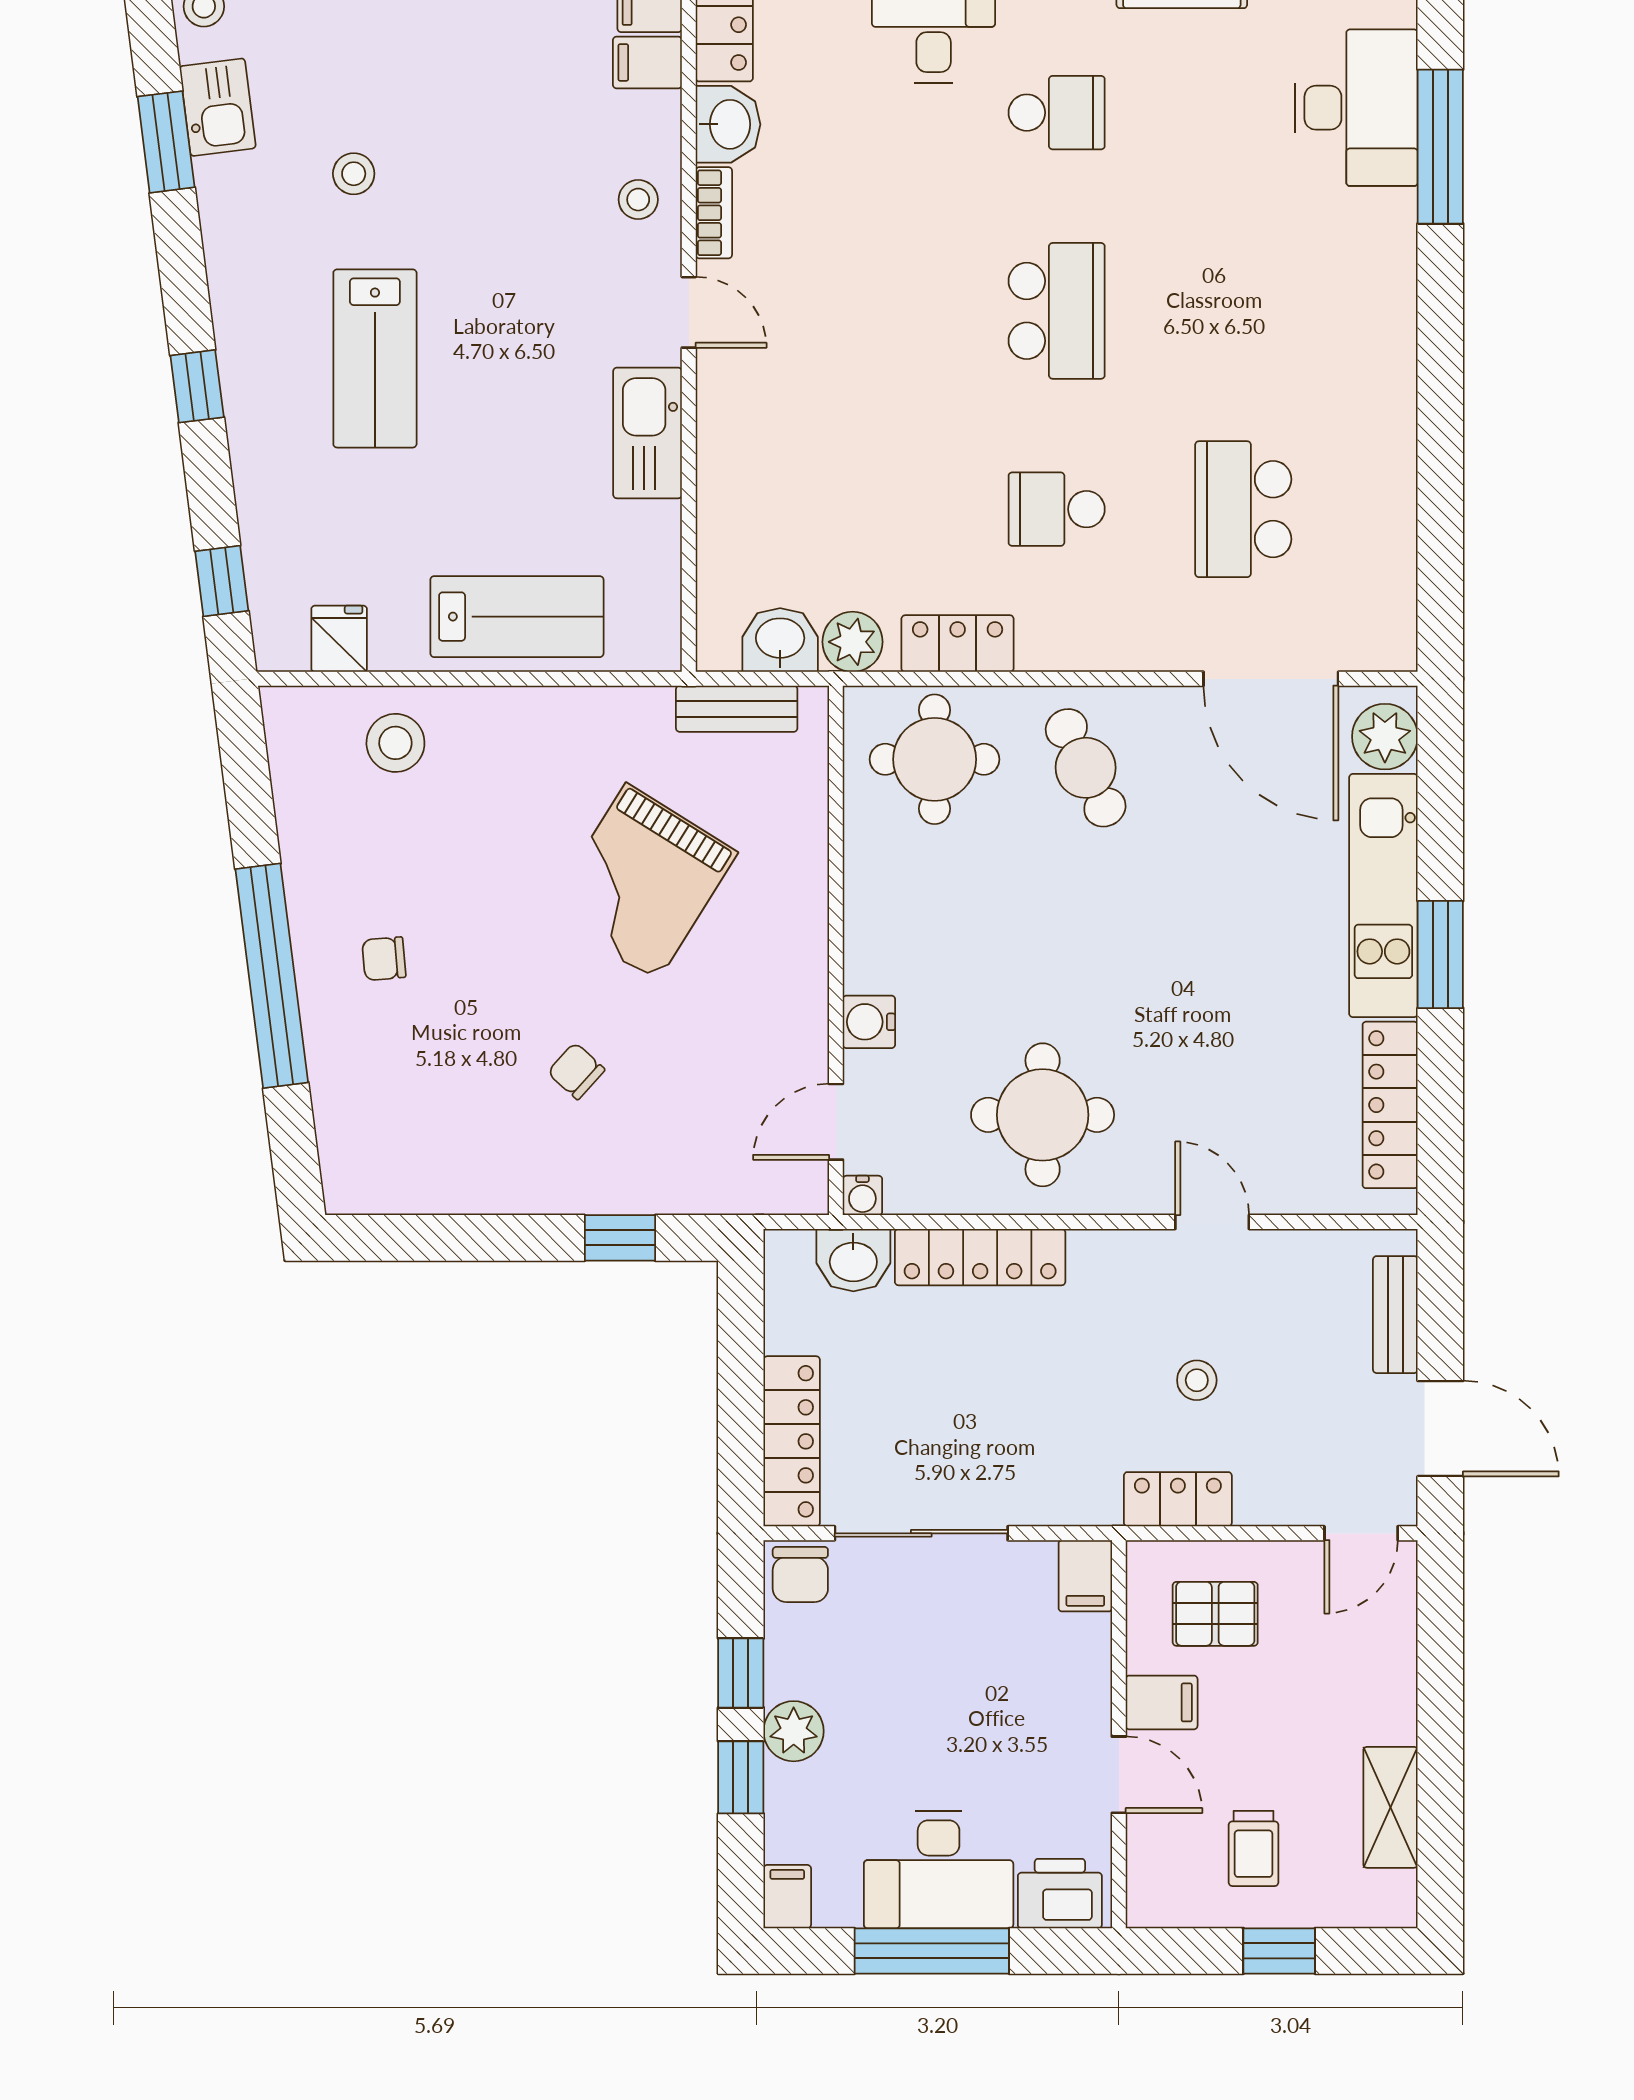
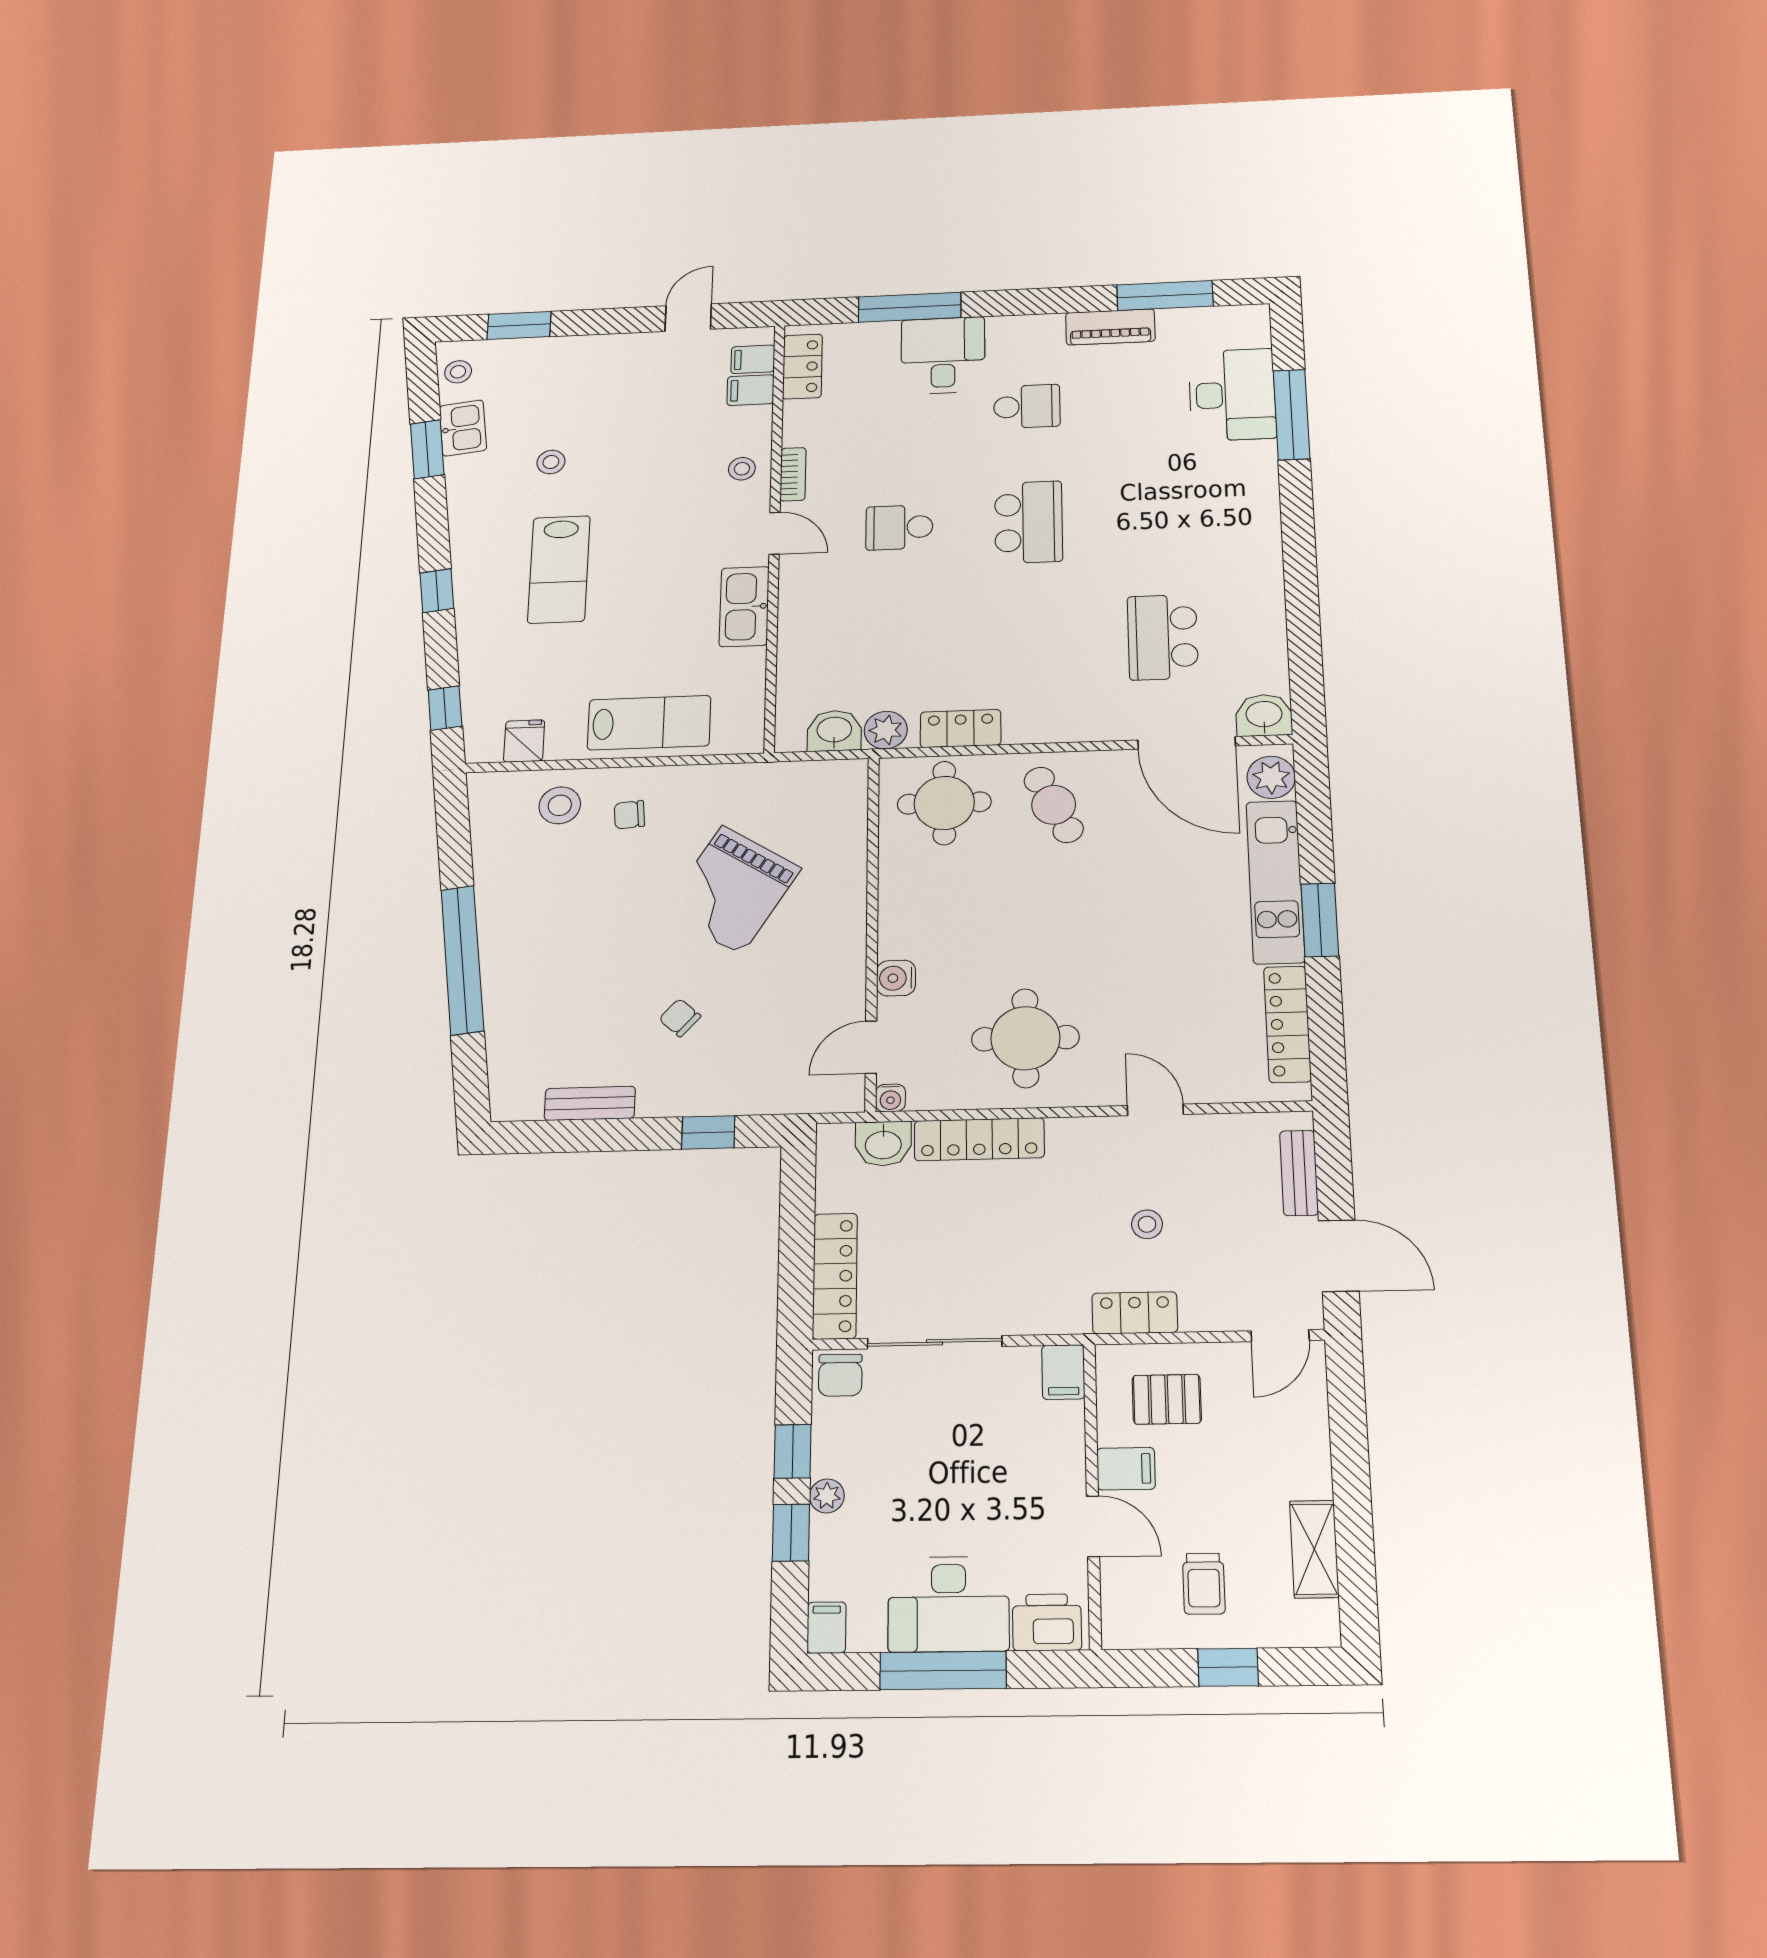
washbasin: (728, 124) -> (1264, 715), moved, turned -90
school desk: (1057, 509) -> (899, 527), moved
bench: (737, 709) -> (590, 1103), moved
chair: (384, 959) -> (629, 815), moved
plant: (794, 1731) -> (827, 1496), width x0.73, depth x0.73

